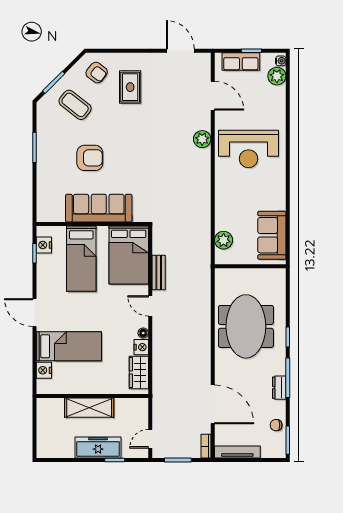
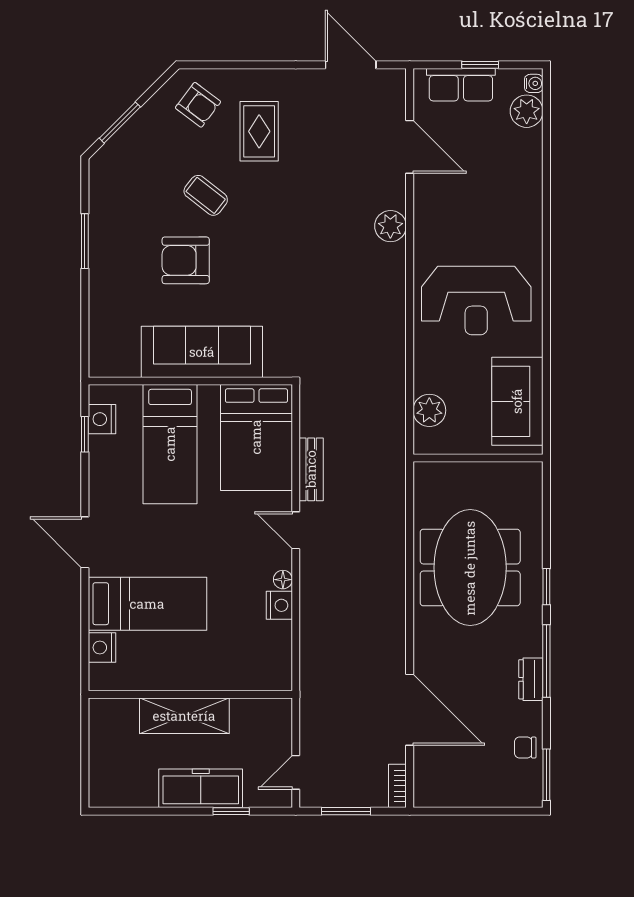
coffee table: (75, 105) -> (206, 195), moved, width x0.73, depth x0.77
reception desk: (249, 149) -> (476, 301), moved
armchair: (90, 158) -> (186, 260), turned 180
wardrobe: (139, 372) -> (275, 652), removed
tv unit: (237, 452) -> (455, 796), removed

